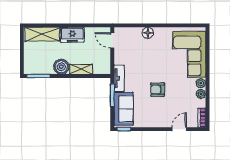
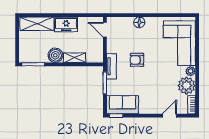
armchair: (158, 90) -> (137, 60), moved
plant: (201, 94) -> (187, 86), width x1.87, depth x1.87
sofa: (124, 109) -> (123, 105), moved, turned -90

